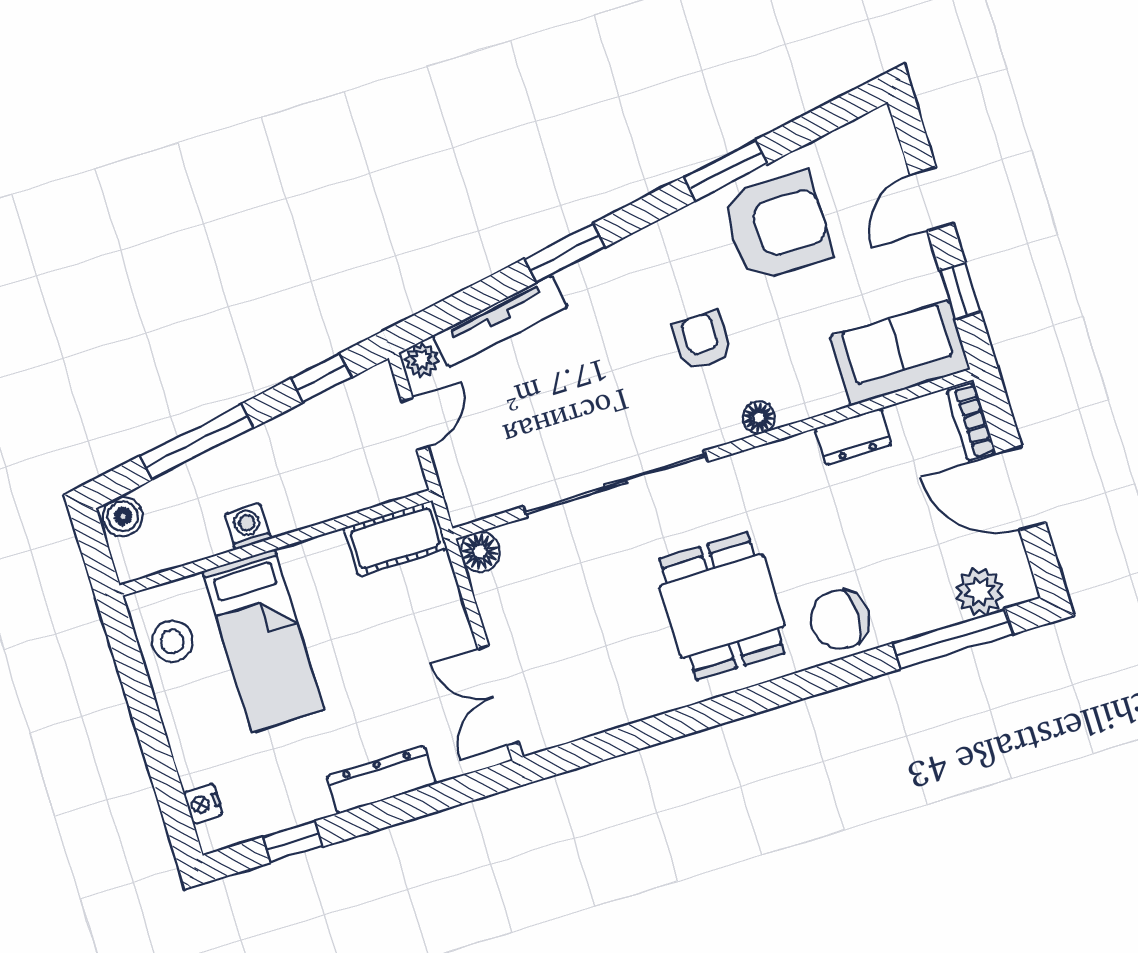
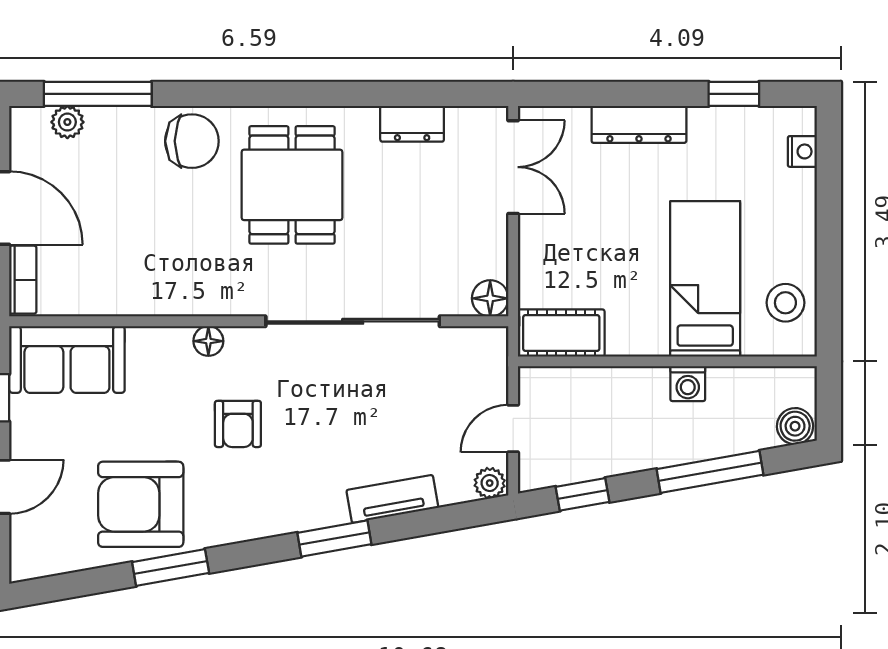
tv unit: (500, 321) -> (392, 499), width x0.71
dresser: (853, 437) -> (412, 124), moved, turned 180
plant: (980, 591) -> (67, 122), width x0.73, depth x0.73

